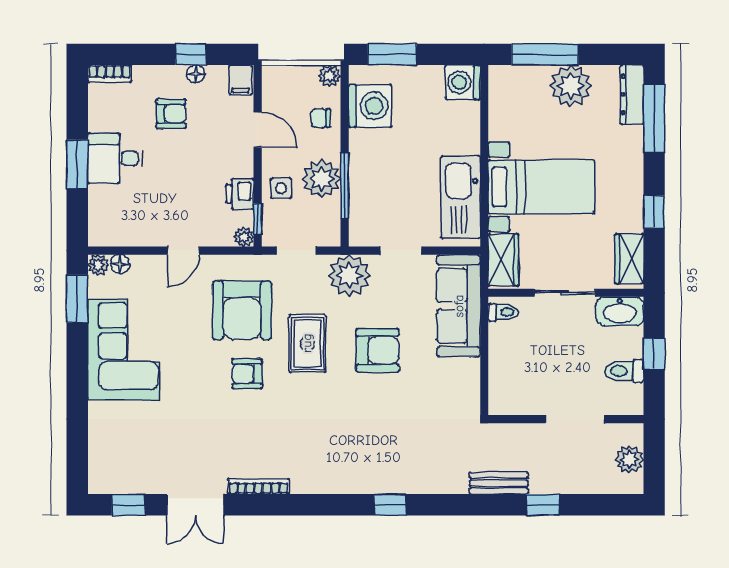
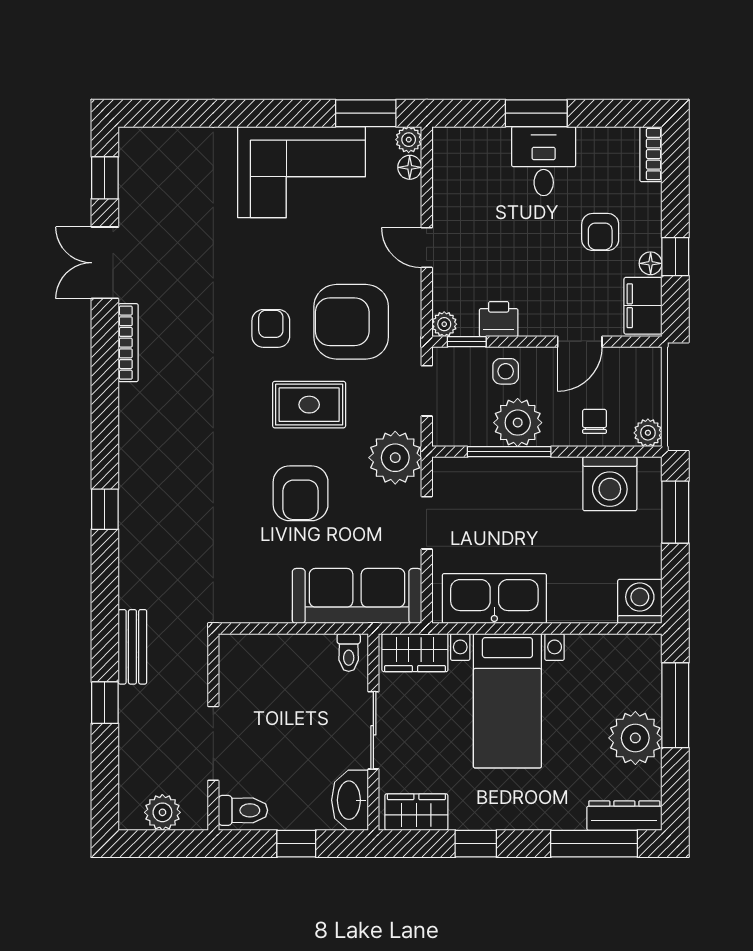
filing cabinet: (241, 80) -> (643, 306), width x2.00
toilet: (624, 371) -> (243, 810), moved, turned 90

